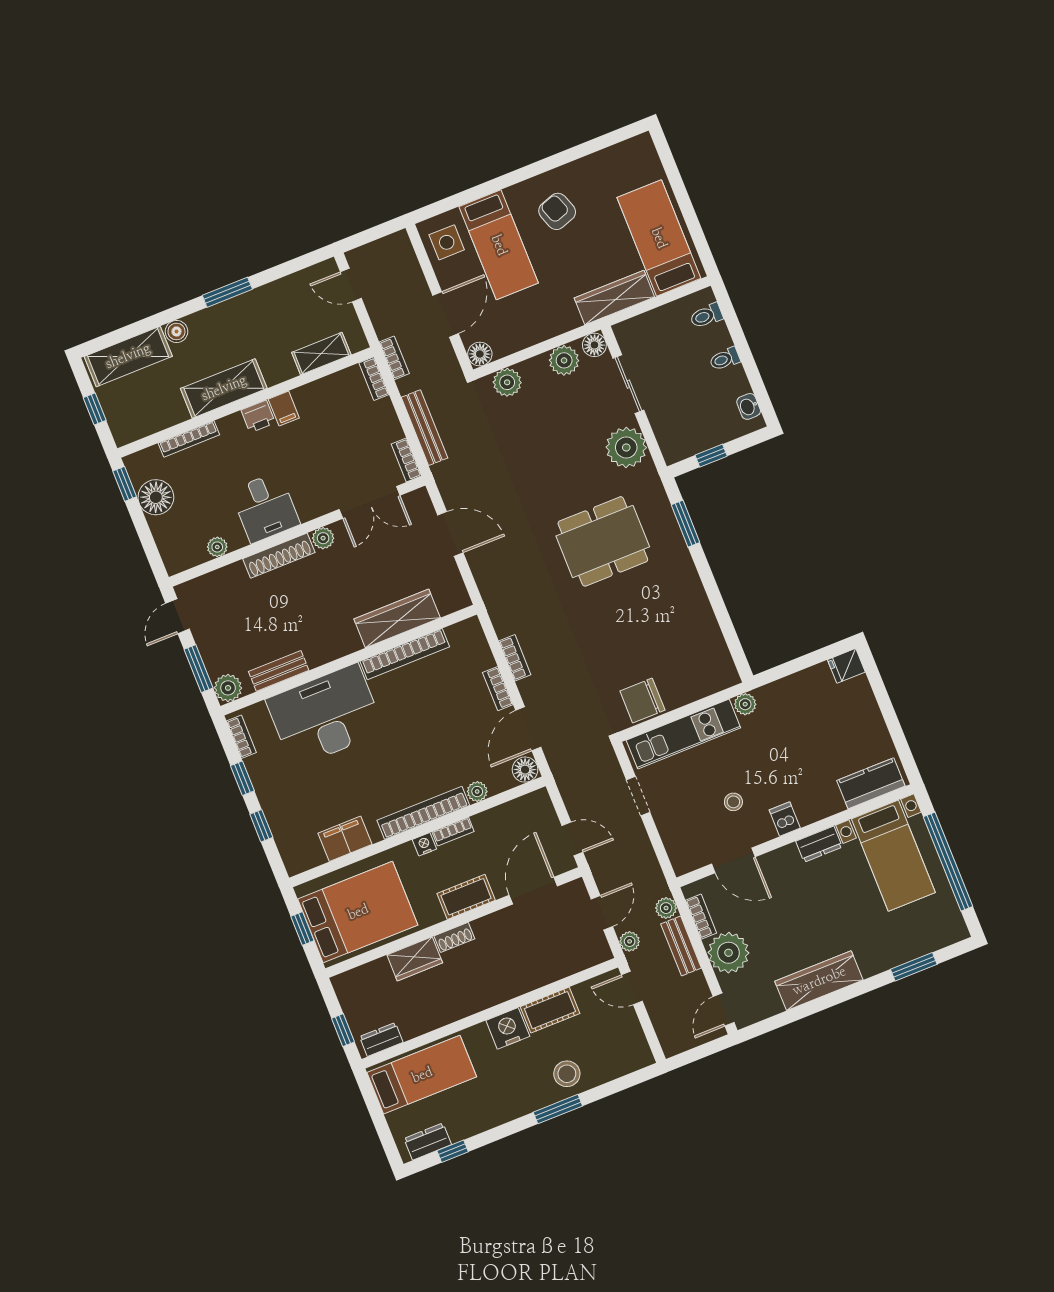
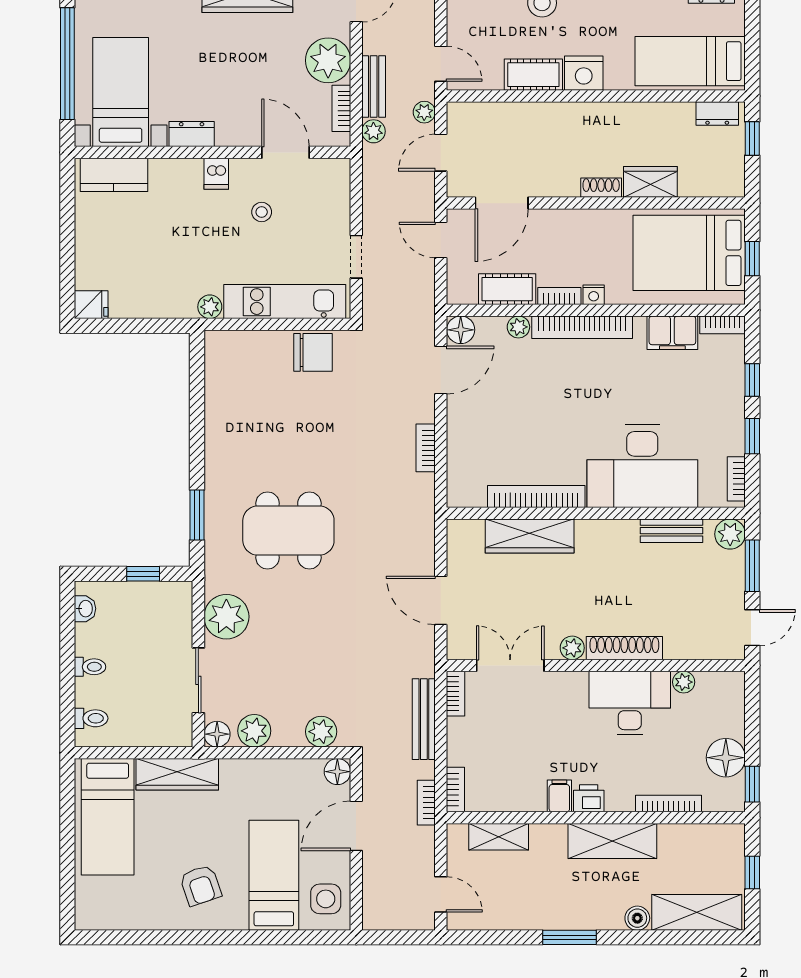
desk: (265, 507) -> (630, 703), width x1.37
bookcase: (498, 689) -> (723, 325), moved, turned 90
cot: (466, 897) -> (507, 289), moved

